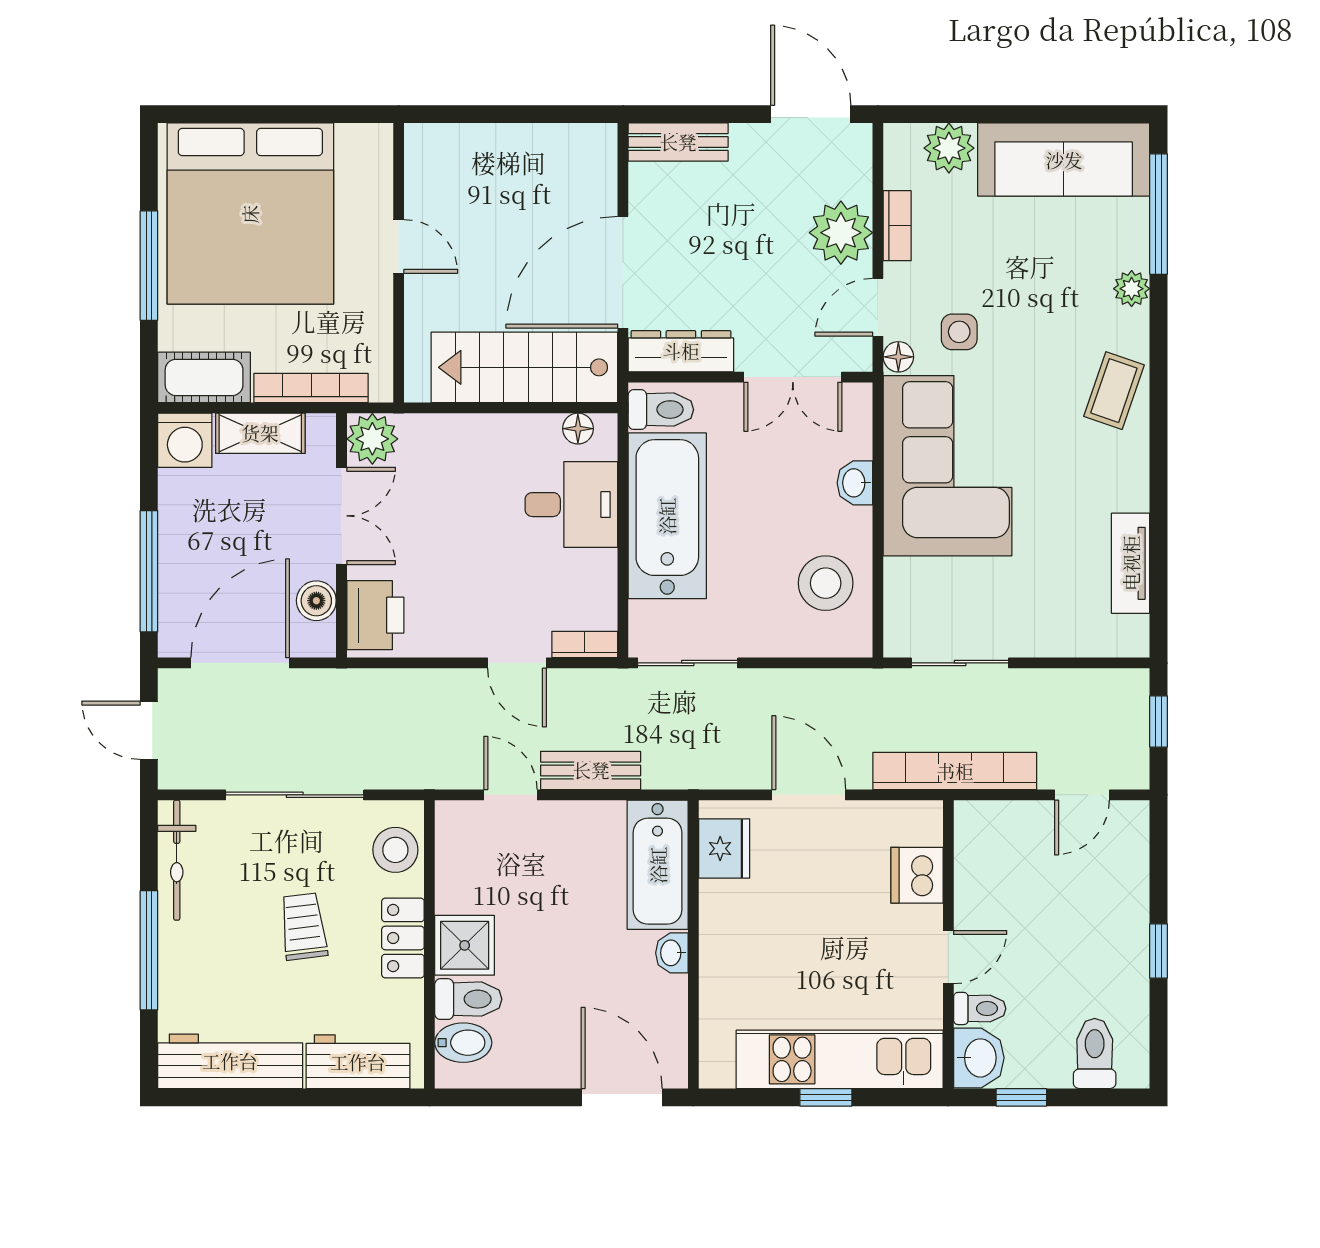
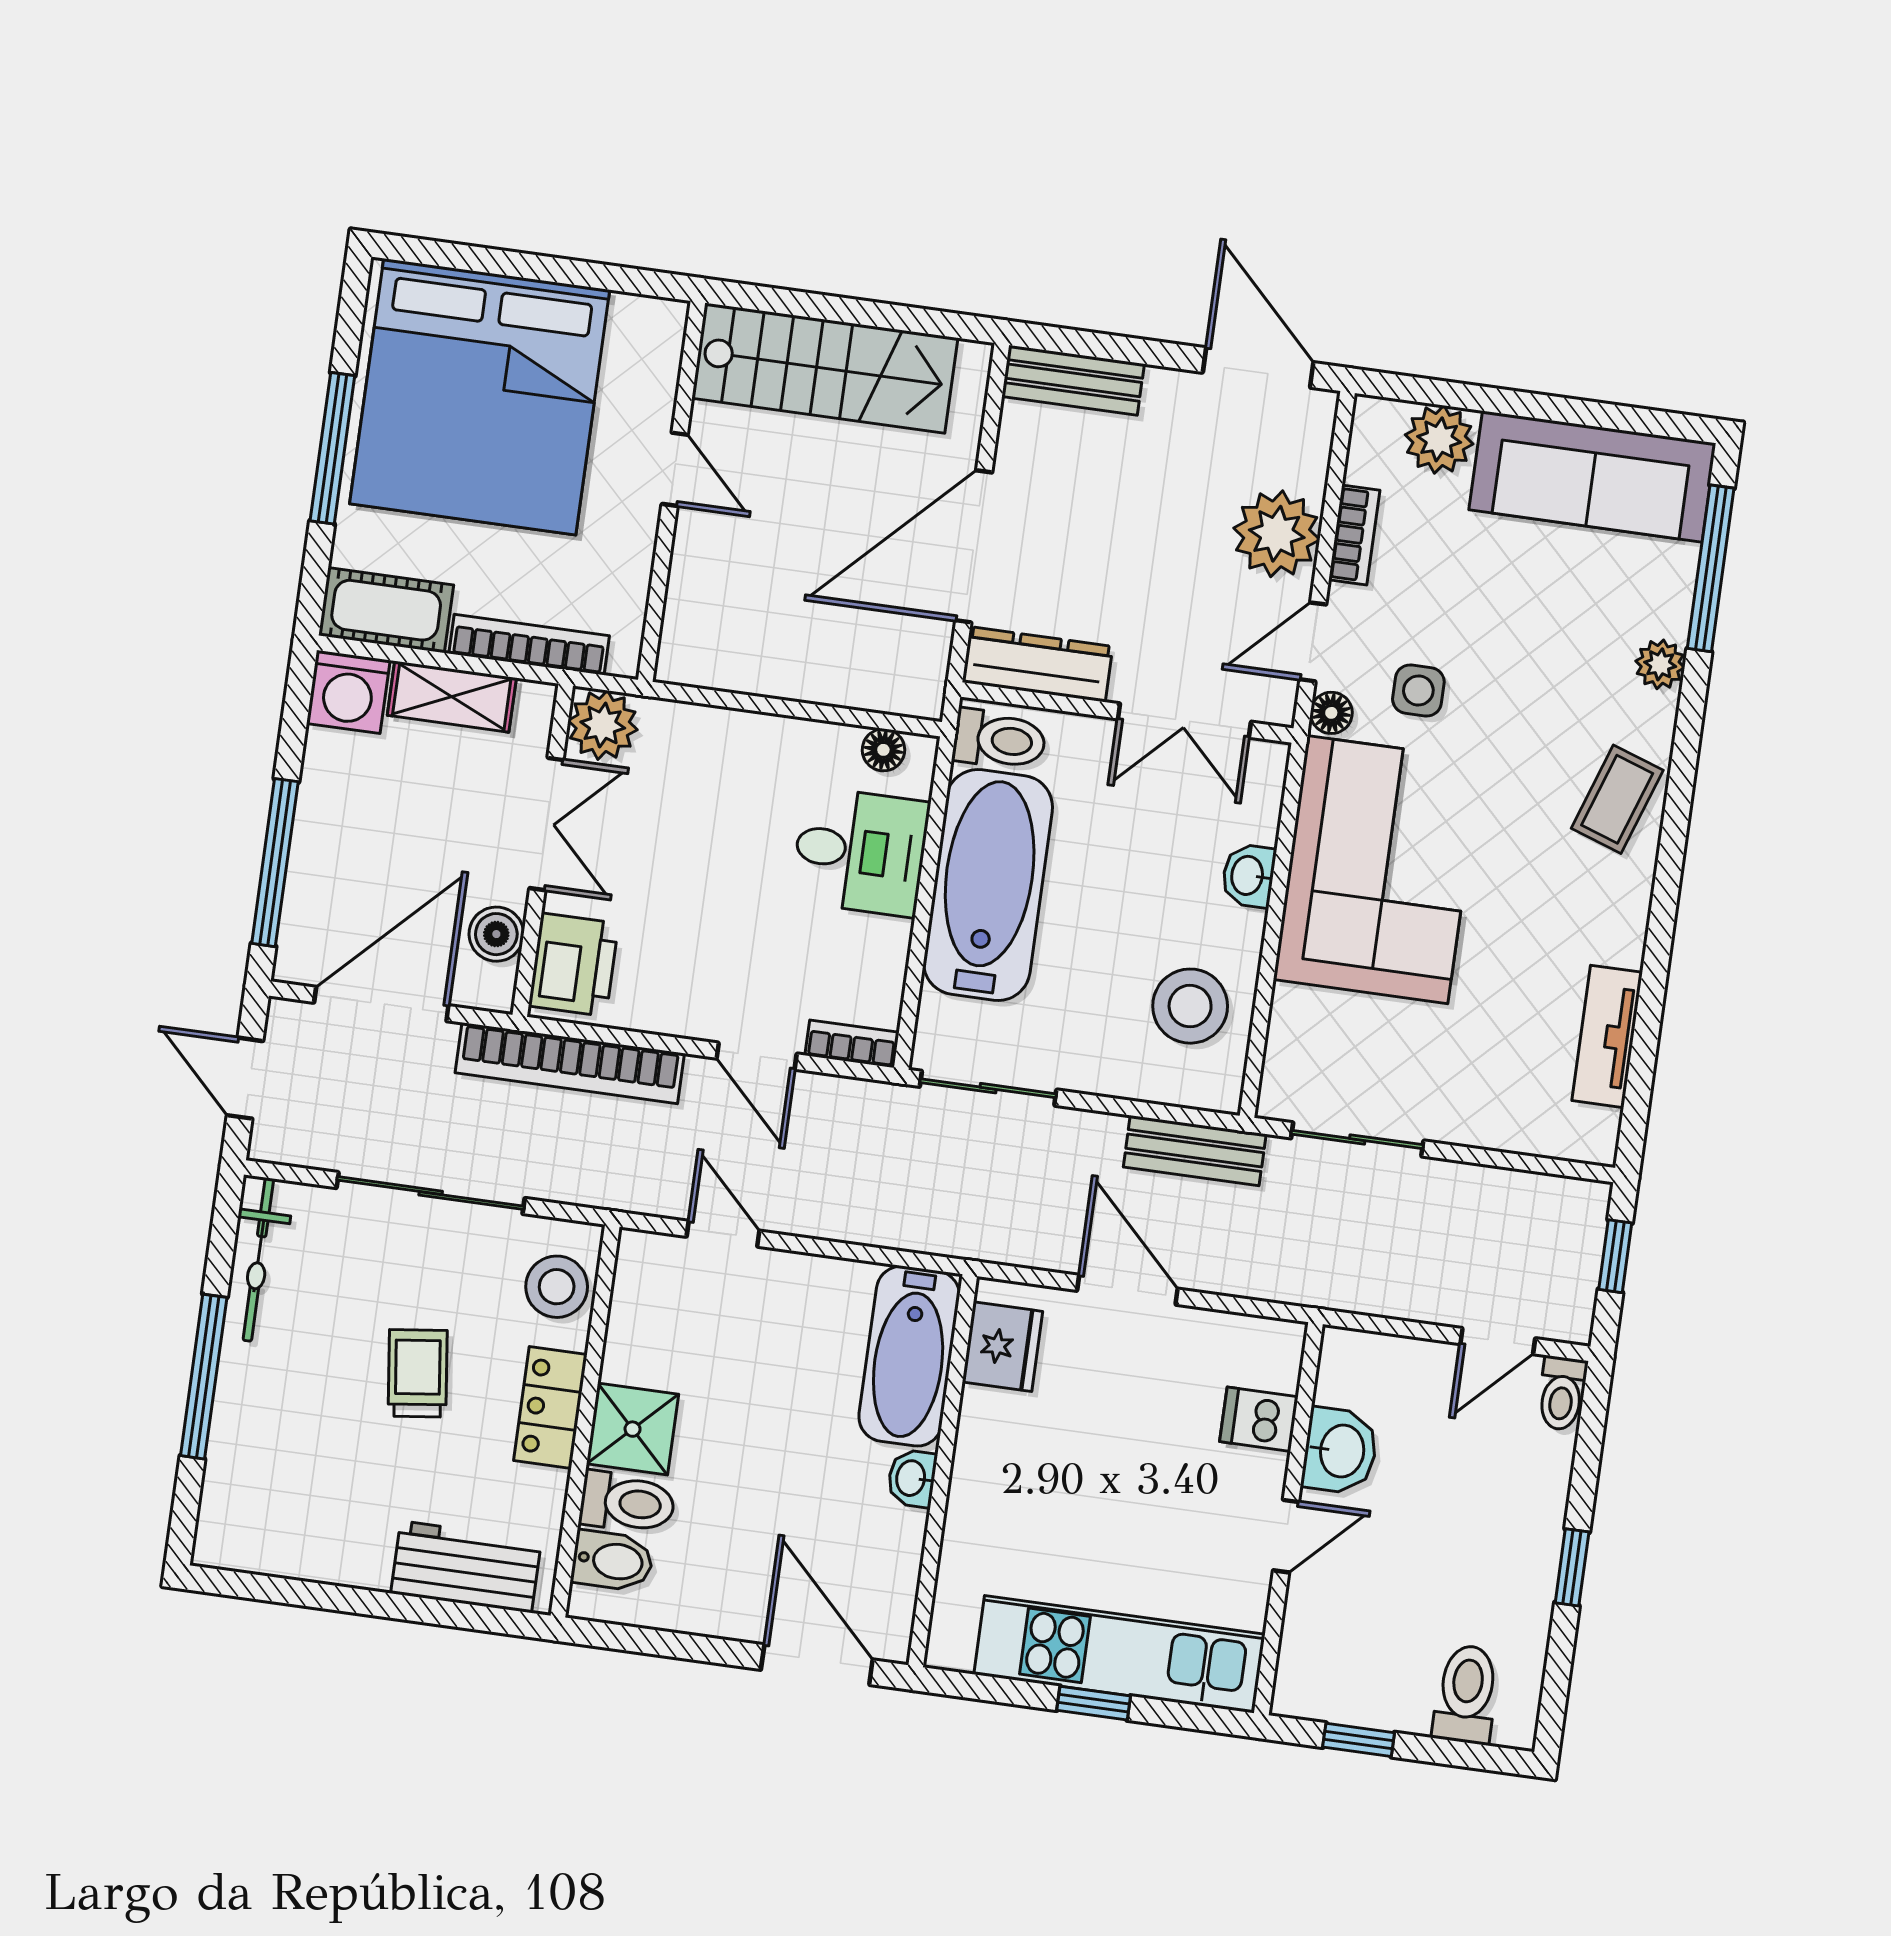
stairs: (524, 367) -> (825, 368), moved, turned 180
bench: (591, 770) -> (1195, 1151), moved
bookcase: (955, 771) -> (570, 1063), moved, turned 180
dishwasher: (917, 875) -> (1259, 1419), width x0.73
toilet: (980, 1009) -> (1562, 1393), moved, turned 90
washbasin: (979, 1058) -> (1340, 1451), moved
workbench: (230, 1061) -> (293, 1542), removed

